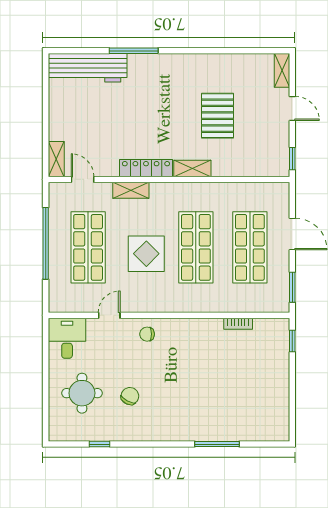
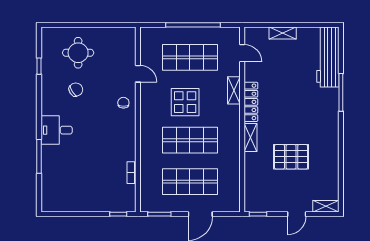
shelving: (56, 159) -> (283, 33), moved
door: (83, 179) -> (242, 53), hinge flipped
desk: (67, 338) -> (57, 130), moved, turned 180
chair: (130, 396) -> (76, 90), turned -61

